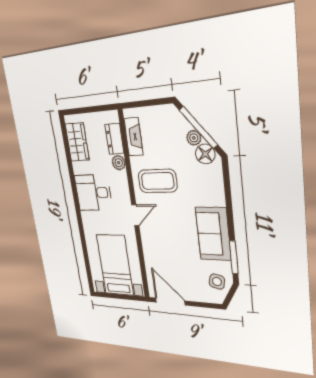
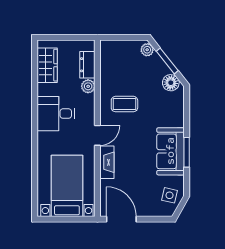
window: (198, 127) -> (167, 61), width x0.69
fireplace: (134, 137) -> (107, 162), moved
plant: (194, 138) -> (147, 50), moved
coffee table: (158, 181) -> (124, 104), width x0.73, depth x0.77
window: (234, 257) -> (187, 152), moved

